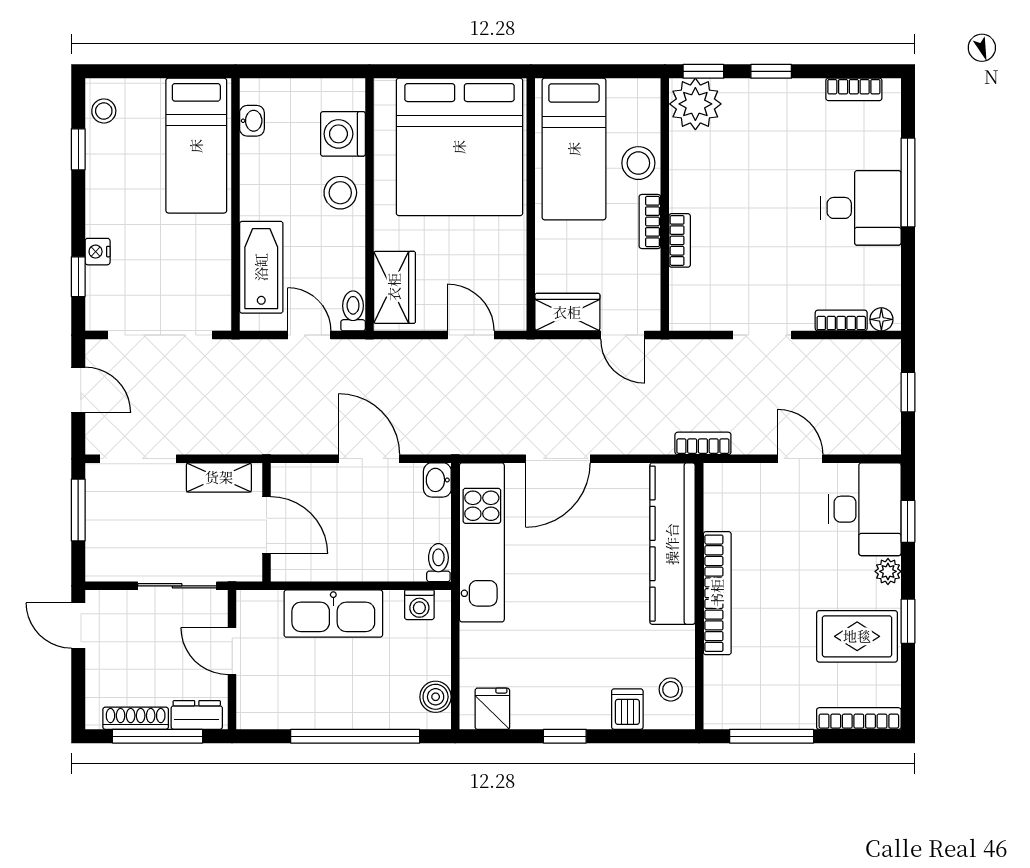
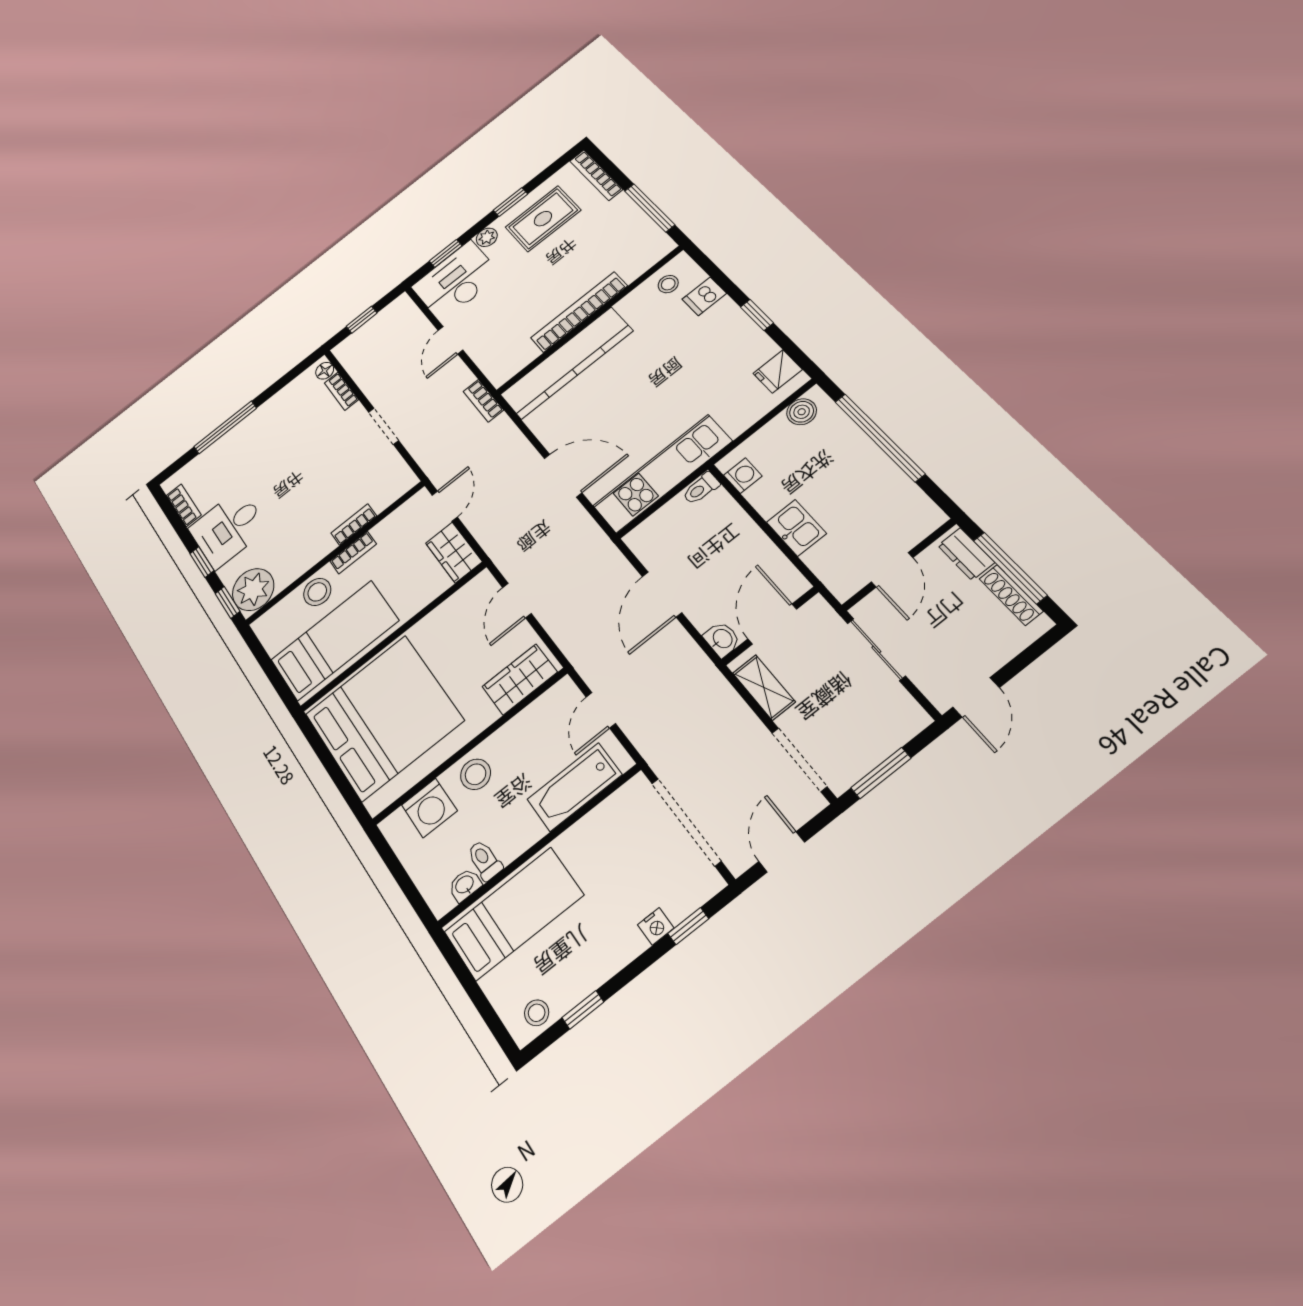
desk: (861, 208) -> (228, 528), moved, turned -90
toilet: (353, 311) -> (485, 860), moved, turned 90
washbasin: (437, 480) -> (722, 639), moved, turned -90
kitchen sink: (333, 614) -> (796, 528), width x0.53, depth x0.81
rug: (857, 636) -> (543, 219), turned 90

